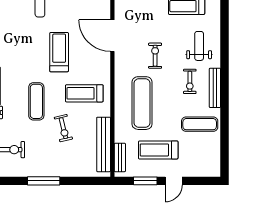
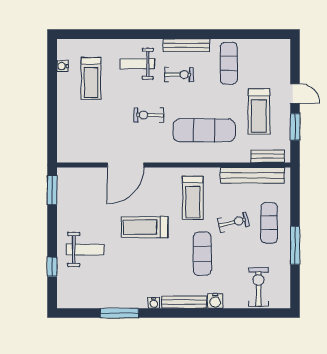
exercise mat: (36, 101) -> (202, 254), turned 90
exercise mat: (63, 159) -> (269, 223), added

